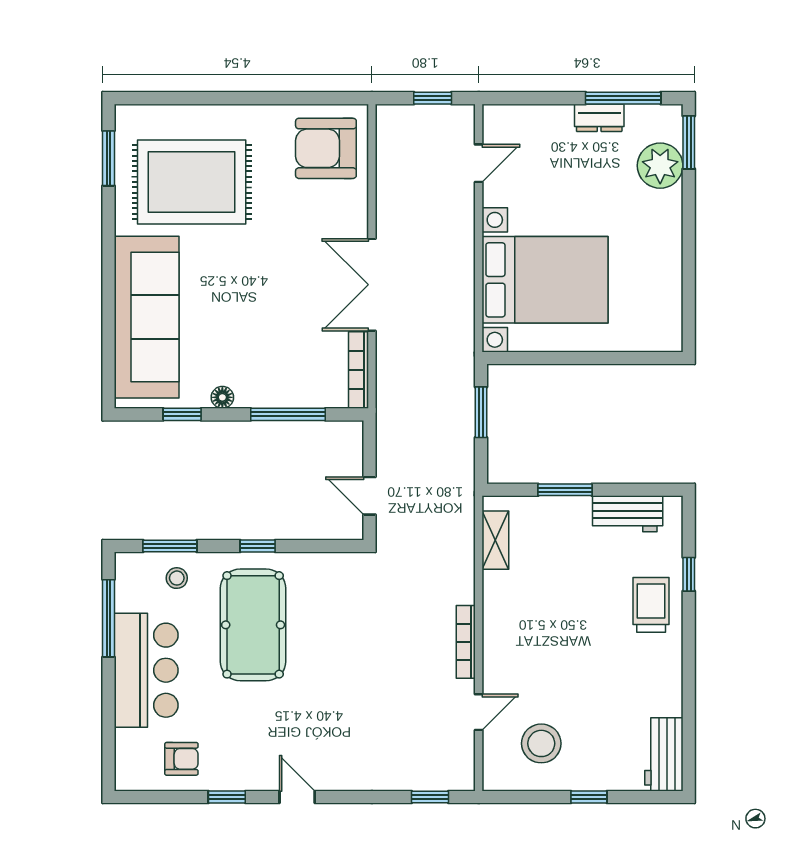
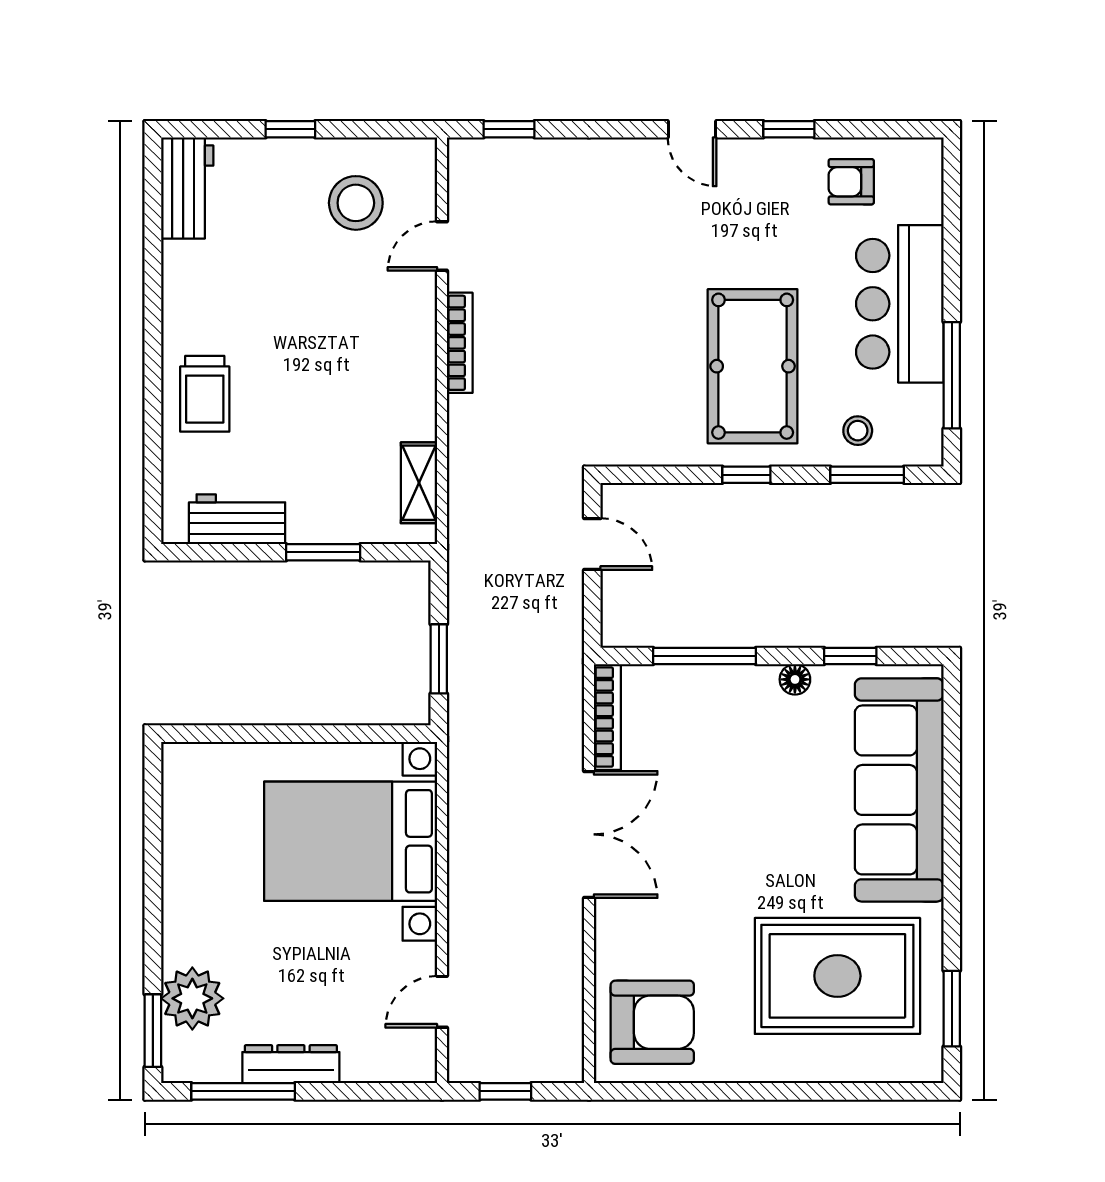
dresser: (599, 118) -> (291, 1064), width x1.44
window: (689, 574) -> (153, 436), removed

